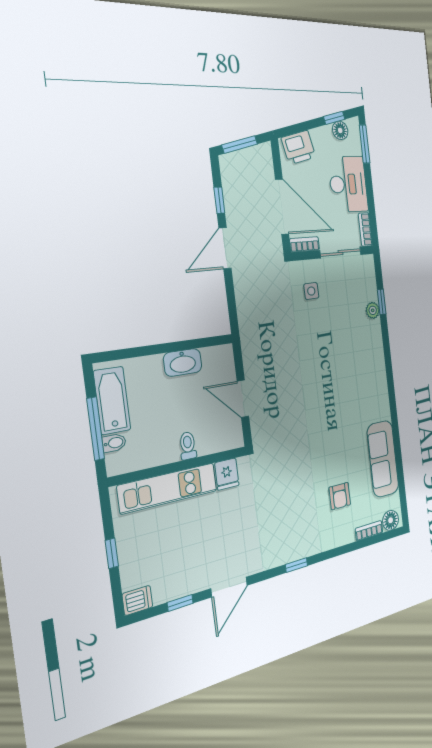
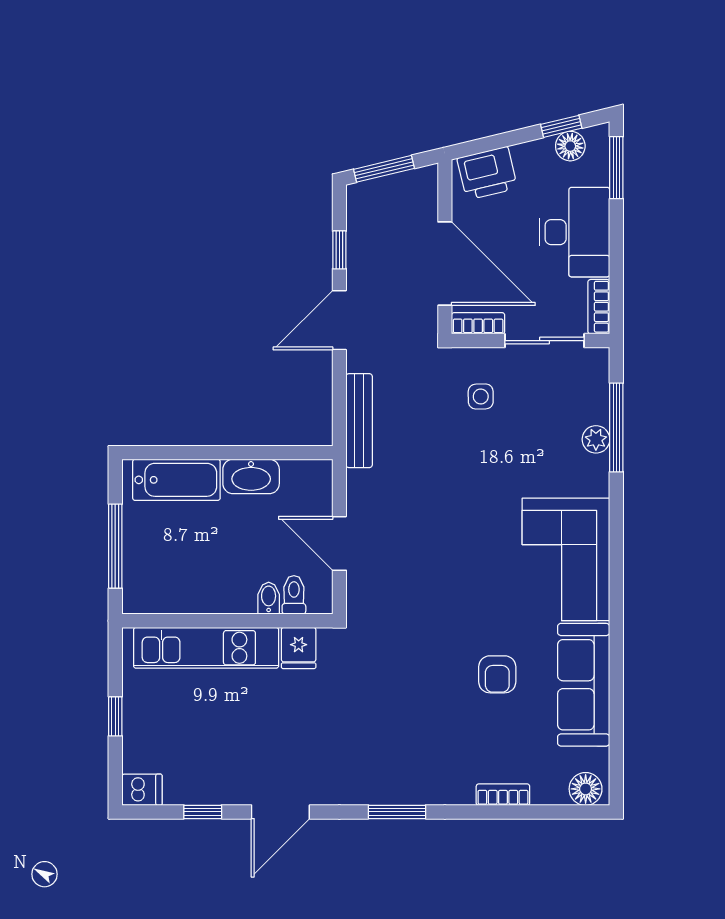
window: (382, 302) -> (616, 427), width x2.17
bench: (245, 315) -> (359, 421), added
corner sofa: (366, 385) -> (566, 559), added
bathtub: (112, 400) -> (176, 480), moved, turned 90
bidet: (114, 443) -> (269, 598), moved, turned -90
toilet: (188, 446) -> (294, 595), moved
armchair: (340, 496) -> (497, 674), moved
bookcase: (369, 531) -> (503, 795), moved
window: (296, 565) -> (397, 812), width x1.50

